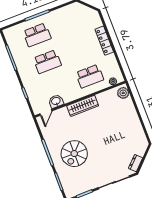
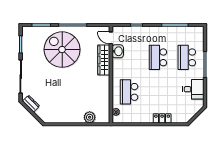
desk: (64, 18) -> (193, 89), added
locker: (104, 41) -> (162, 118), width x0.66
plant: (123, 93) -> (90, 117), moved
wardrobe: (83, 106) -> (104, 60), moved
spiral stairs: (74, 154) -> (62, 50), width x1.37, depth x1.37

